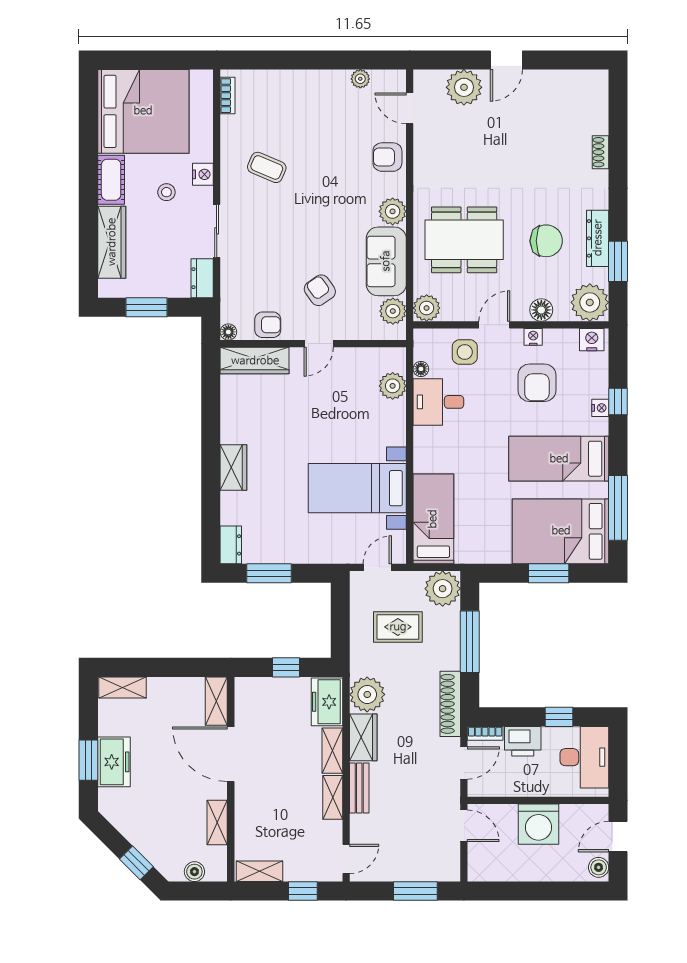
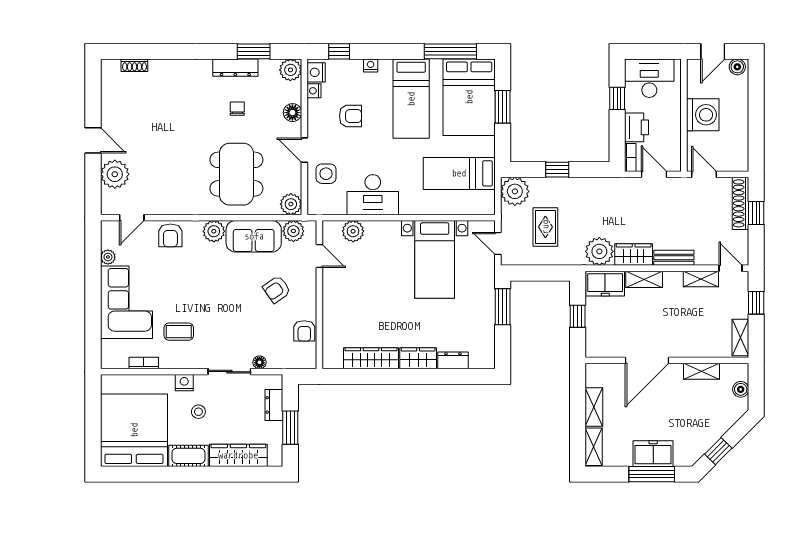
bookcase: (228, 96) -> (144, 363), moved
corner sofa: (304, 102) -> (126, 302), added
shoe rack: (601, 152) -> (134, 65), moved
coffee table: (267, 167) -> (179, 332), turned 67
chair: (546, 241) -> (237, 109), width x0.54, depth x0.54
dresser: (202, 278) -> (274, 405), moved, turned 90
plant: (590, 302) -> (290, 70), width x0.73, depth x0.73
armchair: (268, 325) -> (304, 331), turned 180
floor lamp: (228, 332) -> (259, 362), moved
nightstand: (533, 337) -> (314, 91), moved
door: (319, 344) -> (319, 256), moved
wardrobe: (255, 361) -> (371, 358), moved, turned -90
floor lamp: (421, 369) -> (340, 209), removed
armchair: (537, 383) -> (351, 116), width x0.72, depth x0.72
desk: (438, 402) -> (373, 195), width x1.37
window: (618, 402) -> (339, 51), moved
bed: (433, 519) -> (459, 173), moved
dresser: (231, 545) -> (453, 360), moved
window: (269, 573) -> (503, 307), moved
window: (470, 642) -> (557, 170), width x0.46
shelving: (216, 701) -> (594, 407), moved, turned 90
shoe rack: (450, 704) -> (741, 203), moved, turned 90
window: (88, 760) -> (652, 474), width x1.44
shelving: (333, 797) -> (701, 279), moved
door: (464, 826) -> (704, 174), hinge flipped
door: (618, 837) -> (713, 51), hinge flipped
window: (136, 863) -> (718, 451), moved
window: (415, 891) -> (756, 213), width x0.67

